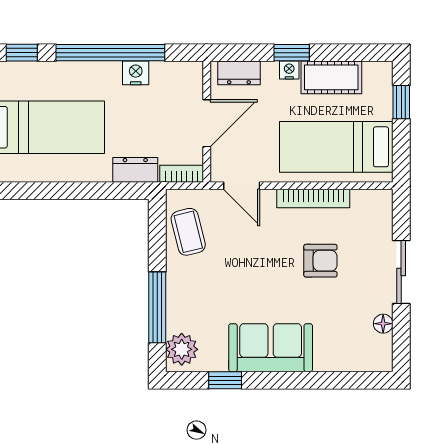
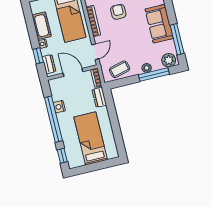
window: (292, 53) -> (38, 56), moved
plant: (176, 295) -> (147, 68), added
window: (225, 380) -> (177, 39), width x2.17

